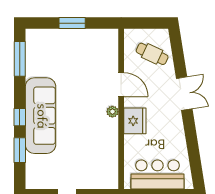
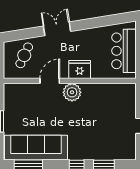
plant: (112, 112) -> (72, 92), width x1.87, depth x1.87
sofa: (41, 116) -> (36, 148), moved

